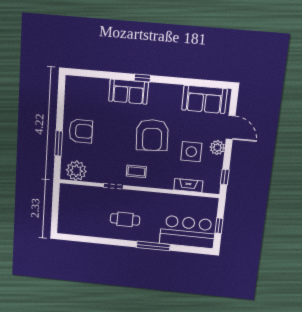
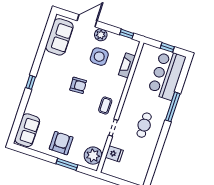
sofa: (129, 92) -> (27, 130), moved
armchair: (152, 135) -> (78, 85), width x0.53, depth x0.53
fridge: (85, 194) -> (114, 154), added

